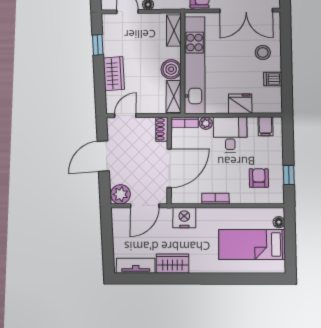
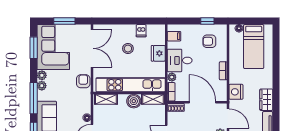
stool: (263, 52) -> (128, 49), moved

